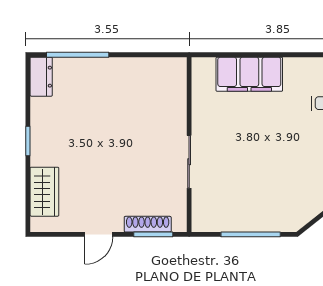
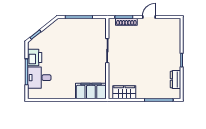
filing cabinet: (249, 74) -> (91, 91), moved
dresser: (41, 77) -> (176, 80), moved
wardrobe: (44, 192) -> (124, 92), moved, turned 90

